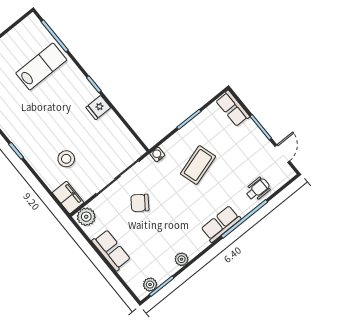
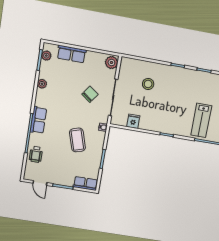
fridge: (98, 108) -> (133, 121), moved
filing cabinet: (68, 197) -> (130, 64), removed
row of seats: (111, 250) -> (72, 54), moved

